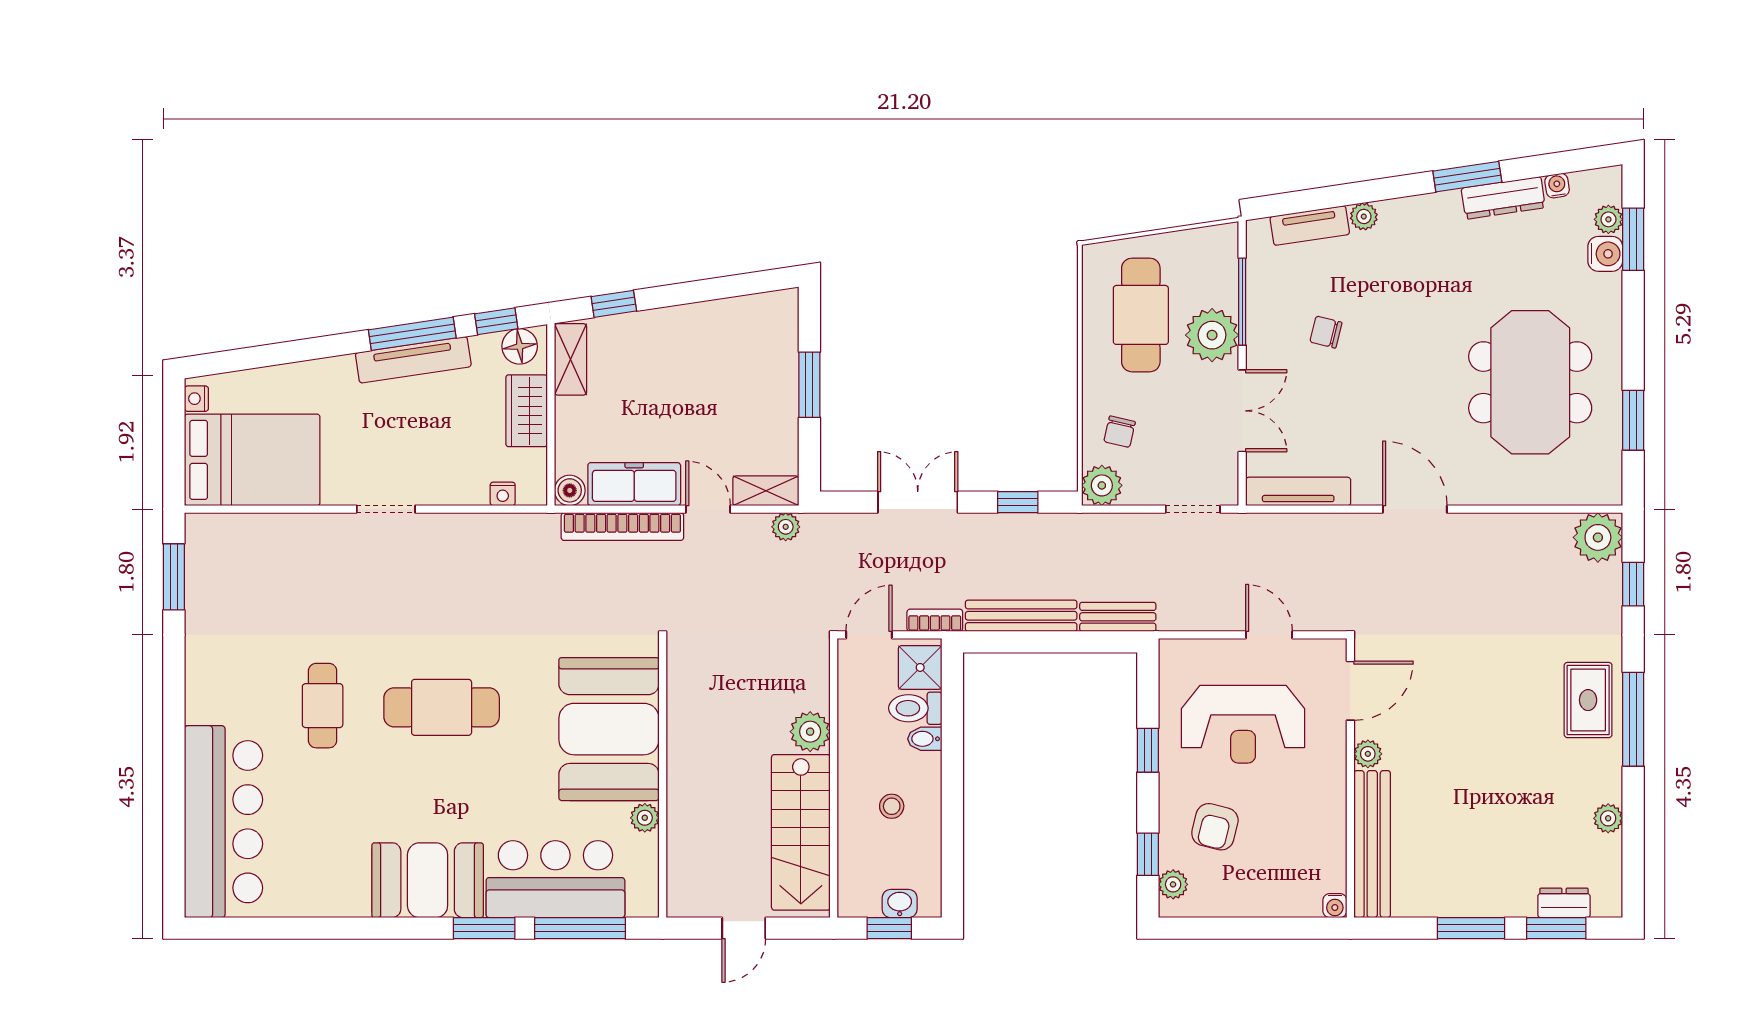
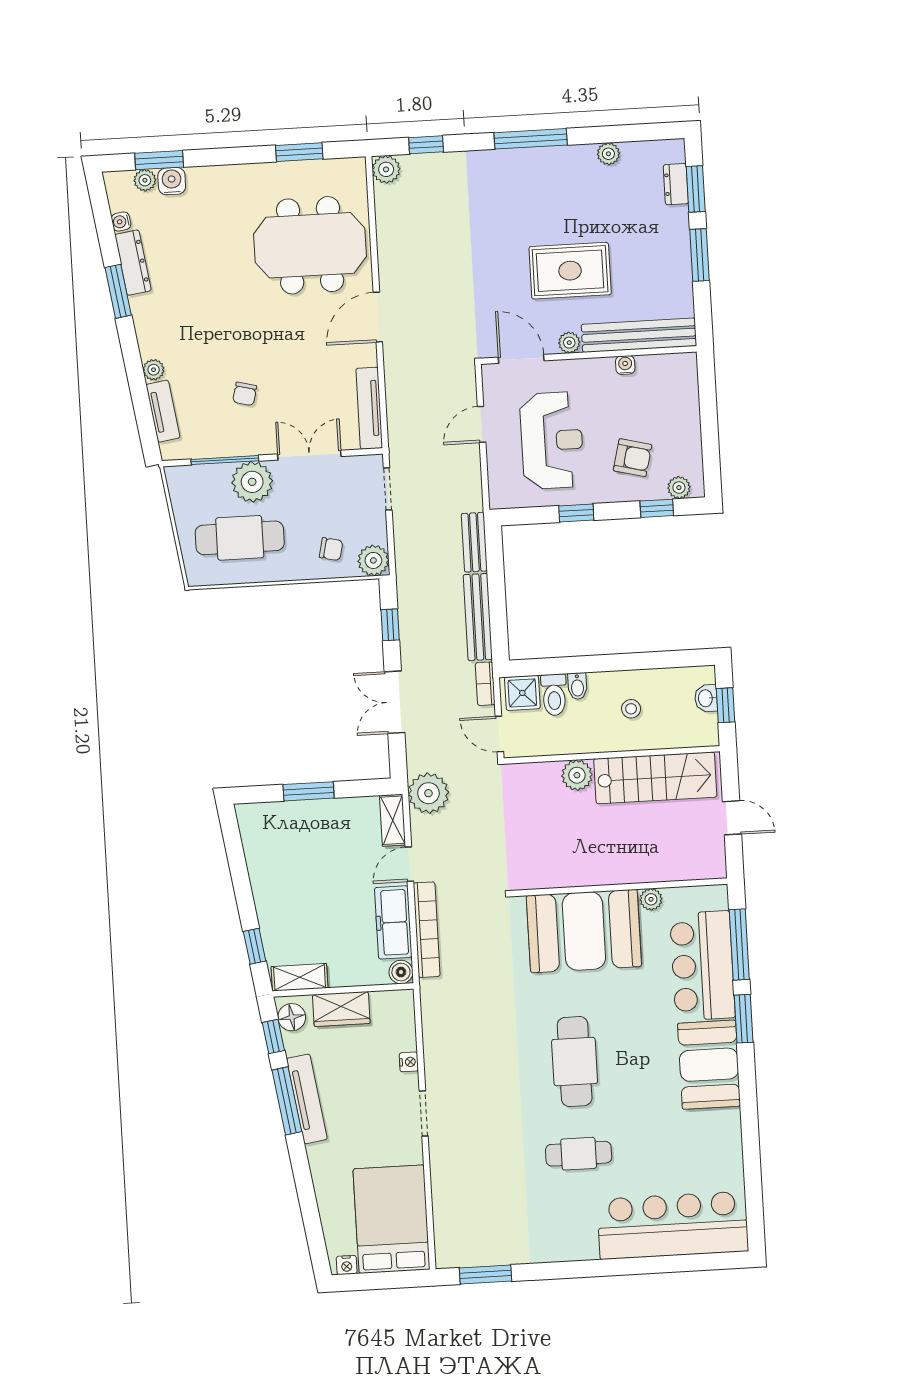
meeting table: (1530, 382) -> (310, 245), moved
nightstand: (503, 494) -> (409, 1062), moved
plant: (786, 527) -> (428, 793), width x1.87, depth x1.87
plant: (1598, 537) -> (386, 169), width x0.73, depth x0.73
rug: (1588, 700) -> (570, 271), moved, width x1.36, depth x1.43
water cooler: (1335, 906) -> (625, 365), moved, turned -90

